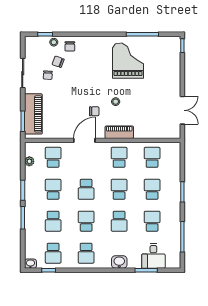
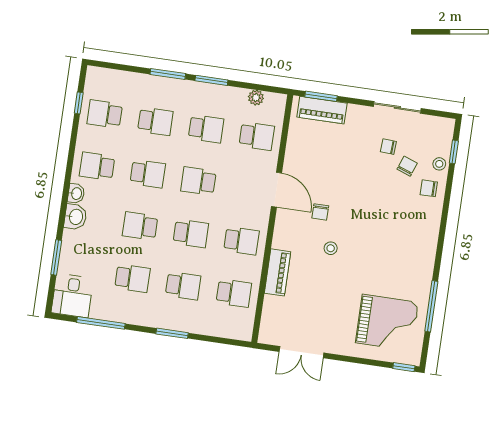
grand piano: (128, 61) -> (387, 323), moved
piano: (33, 114) -> (322, 110), width x0.73, depth x0.75
piano: (119, 132) -> (278, 272), moved
school desk: (53, 221) -> (155, 121), turned 180
desk: (153, 256) -> (72, 296), moved, turned -90
washbasin: (30, 264) -> (76, 194), moved

